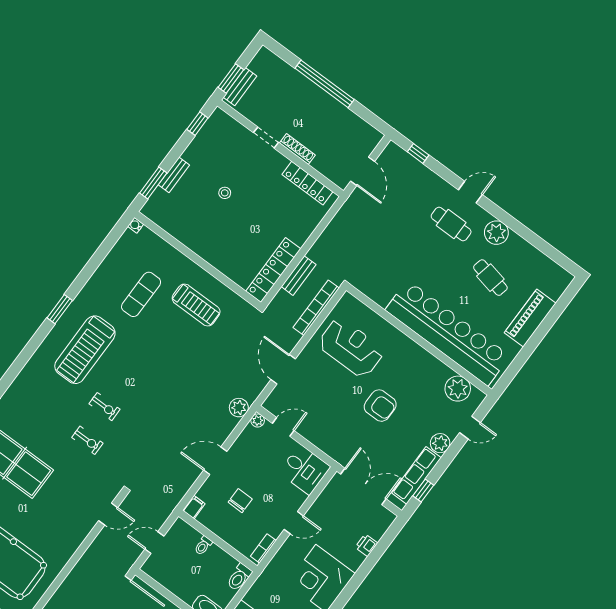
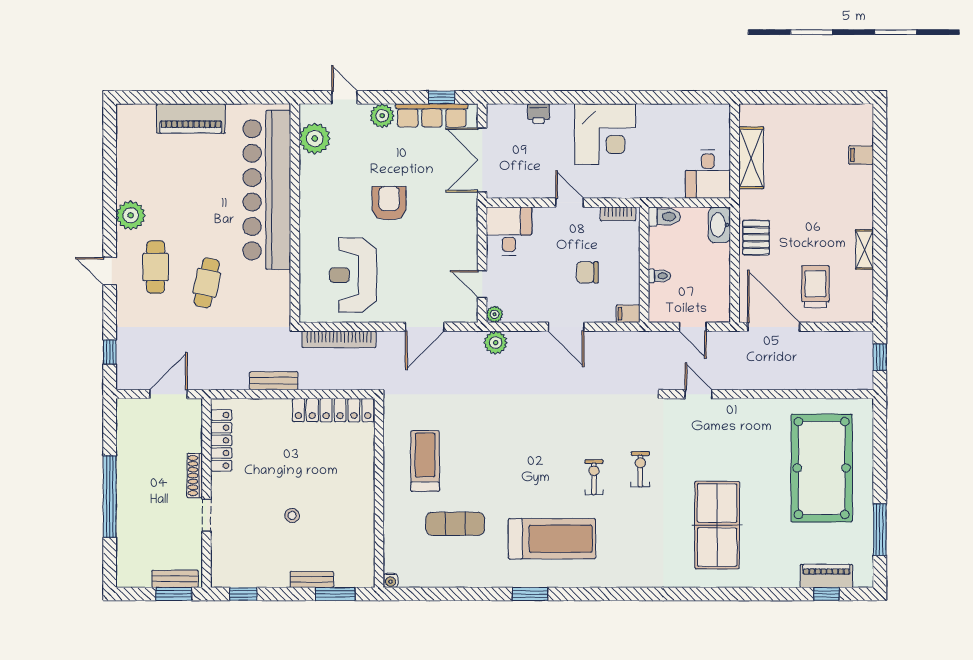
bench: (299, 276) -> (274, 381), moved
cafe table: (490, 278) -> (207, 283), moved

